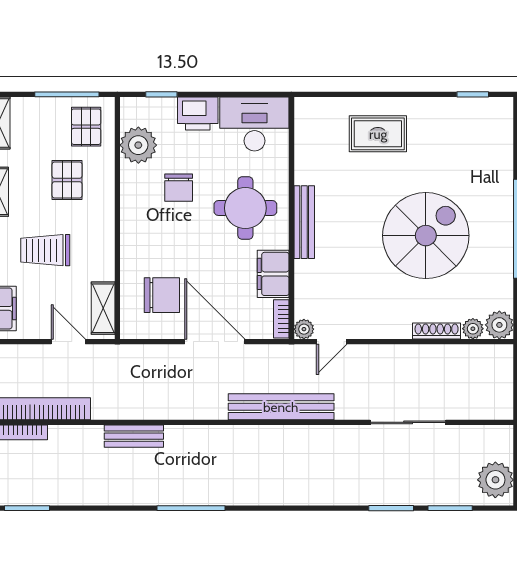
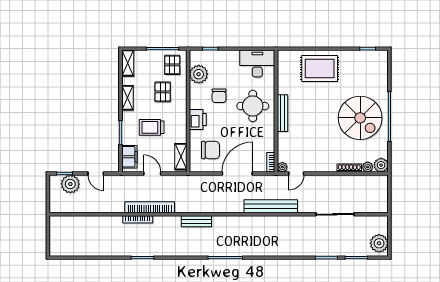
printer: (198, 114) -> (198, 119), moved, turned -90
rug: (378, 134) -> (320, 69), width x1.36, depth x1.43
spiral stairs: (426, 236) -> (360, 118), moved, turned 90
filing cabinet: (273, 274) -> (267, 139), removed
door: (68, 342) -> (152, 173), moved
door: (215, 342) -> (237, 173), hinge flipped

